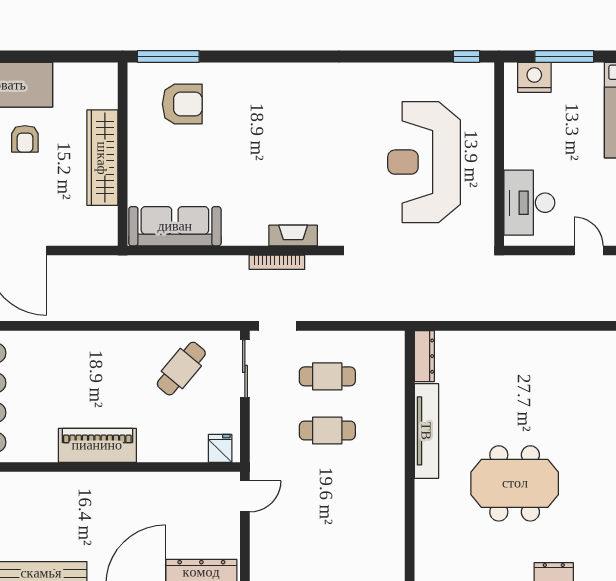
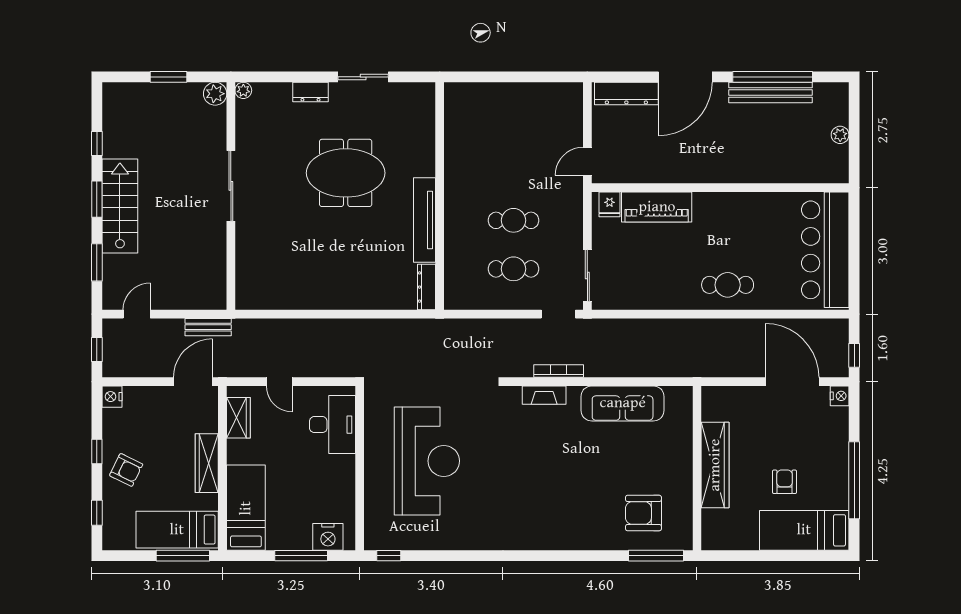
sofa: (175, 226) -> (623, 403), moved
cafe table: (181, 369) -> (728, 285), moved, turned 50
piano: (97, 445) -> (657, 207), moved

